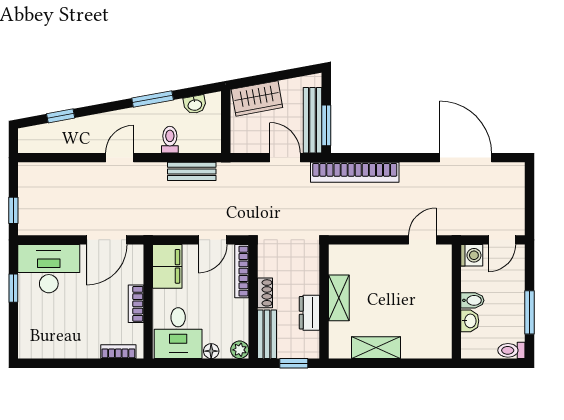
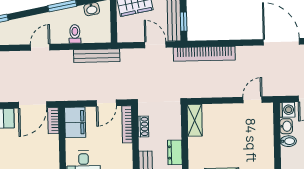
window: (326, 125) -> (184, 22), width x0.67
bench: (192, 171) -> (97, 56), width x1.36
shoe rack: (265, 293) -> (143, 126), moved
shelving: (339, 298) -> (195, 120), moved
bookcase: (136, 304) -> (53, 121), moved
washbasin: (470, 321) -> (286, 126), moved

